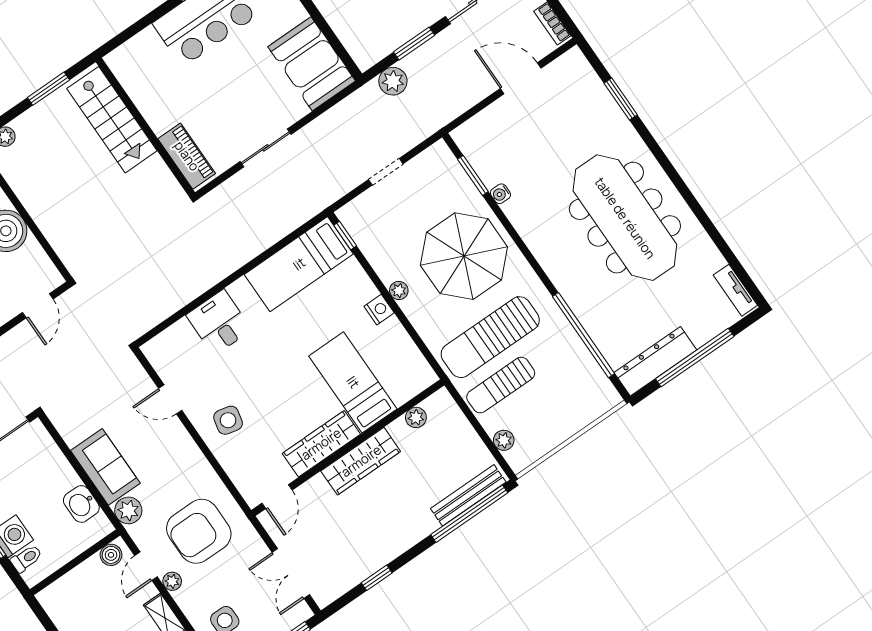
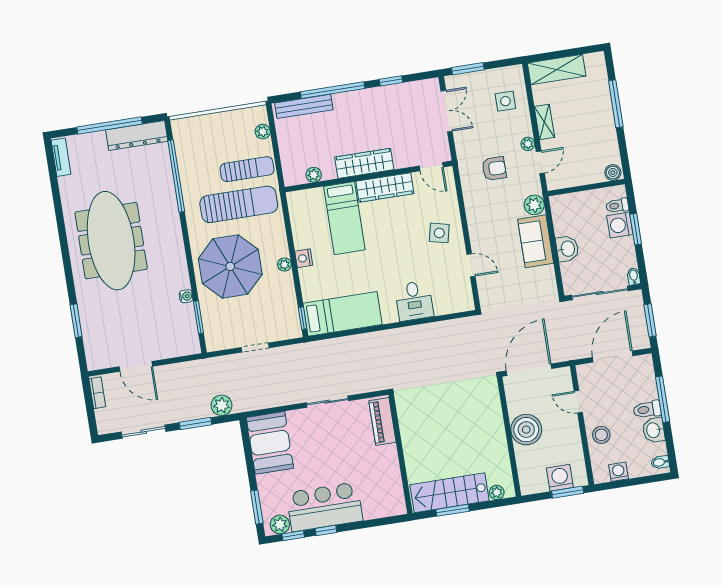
stairs: (112, 120) -> (449, 493), moved, turned -90
door: (38, 306) -> (529, 370), width x1.87
door: (277, 497) -> (431, 167), swing flipped
washbasin: (81, 504) -> (567, 249), moved
window: (469, 514) -> (333, 90), moved
armchair: (199, 531) -> (494, 169), width x0.53, depth x0.53
boiler: (111, 555) -> (613, 173), moved

